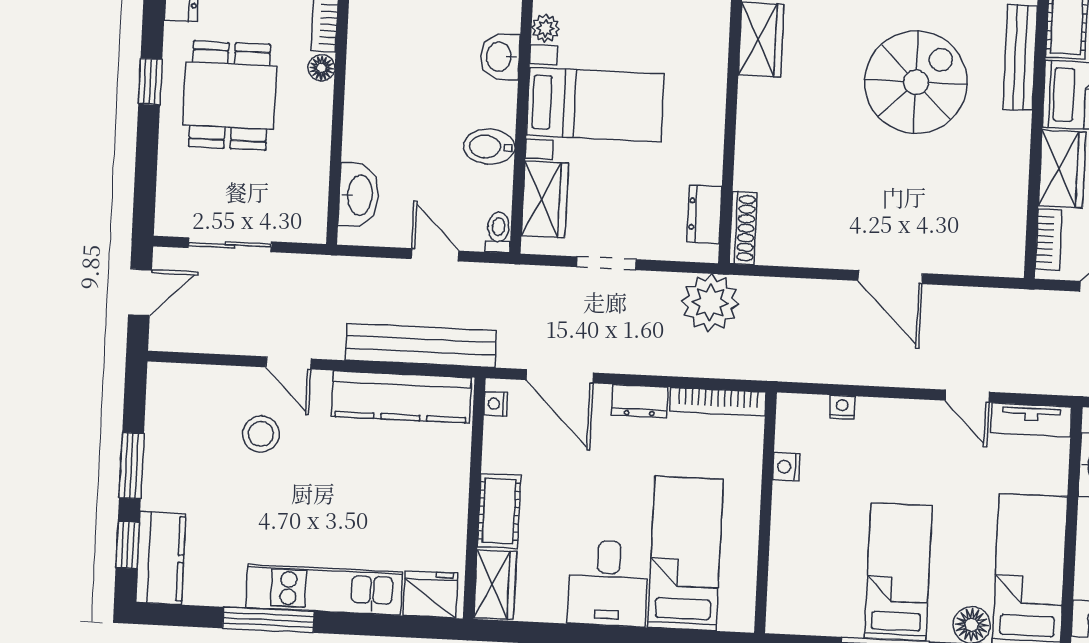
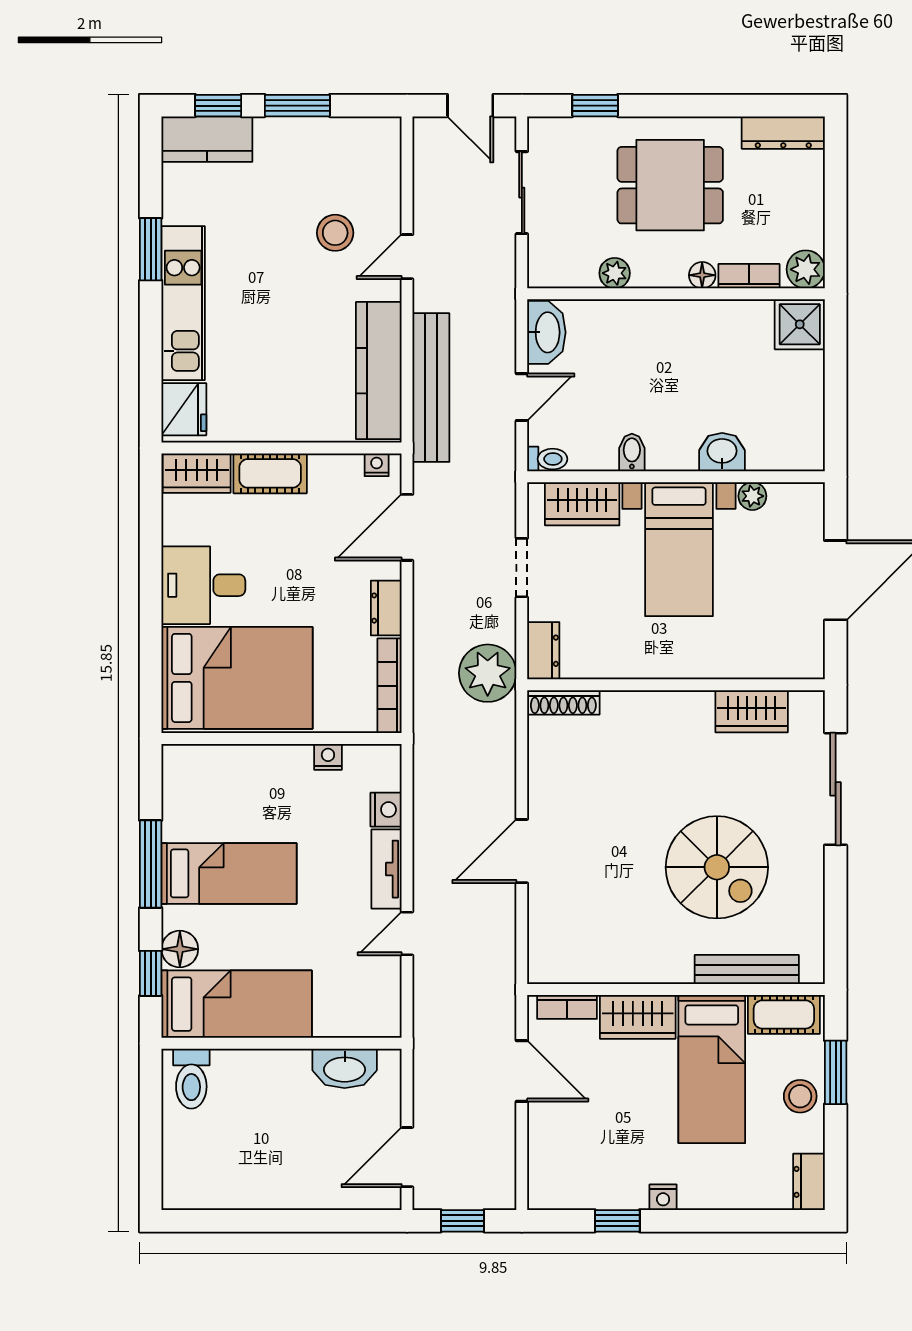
window: (150, 82) -> (595, 106), moved
bidet: (489, 147) -> (632, 453), width x0.72, depth x0.74
plant: (315, 156) -> (615, 273), added
washbasin: (359, 195) -> (546, 332), moved, turned -90
dresser: (704, 214) -> (543, 651), moved, turned 90
nightstand: (842, 407) -> (386, 810), width x1.39, depth x1.35
tv unit: (1031, 420) -> (387, 869), moved
bed: (686, 553) -> (237, 678), width x1.50
window: (268, 620) -> (151, 249), width x0.69

